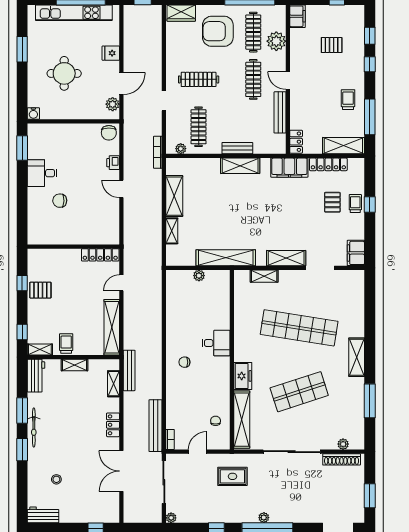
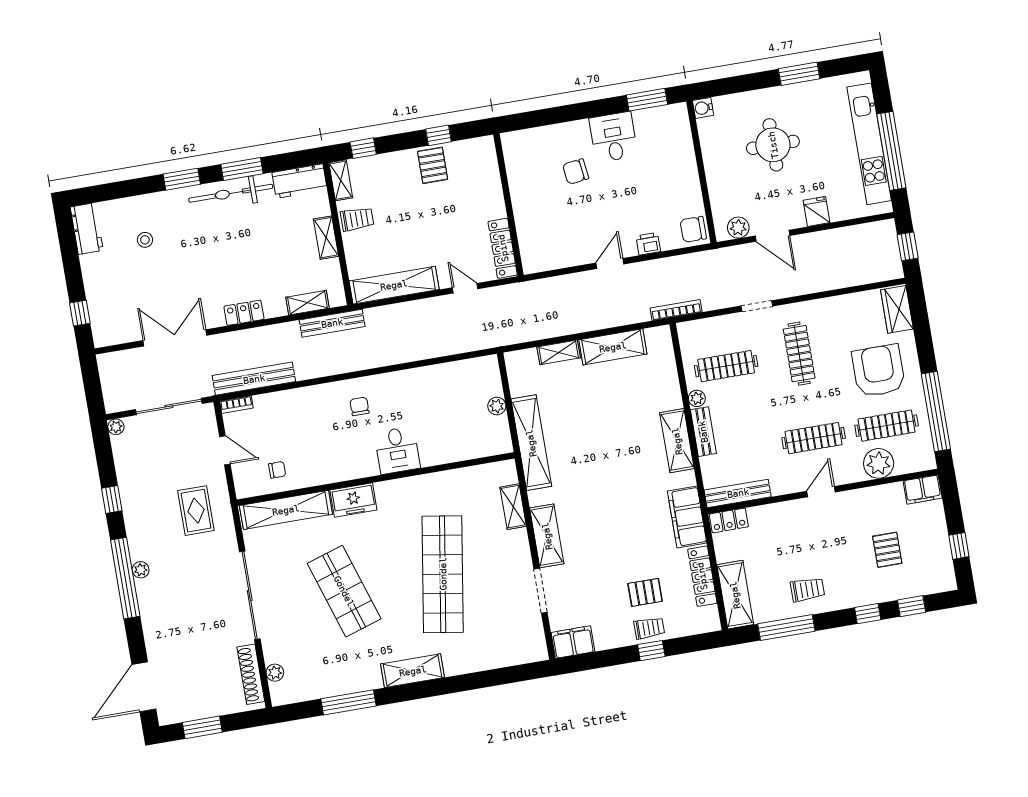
bench: (280, 112) -> (738, 493), moved
plant: (181, 149) -> (697, 398), moved
chair: (60, 201) -> (576, 172), turned -99
bicycle: (34, 428) -> (231, 193), width x1.37, depth x1.40

